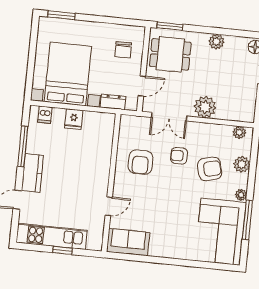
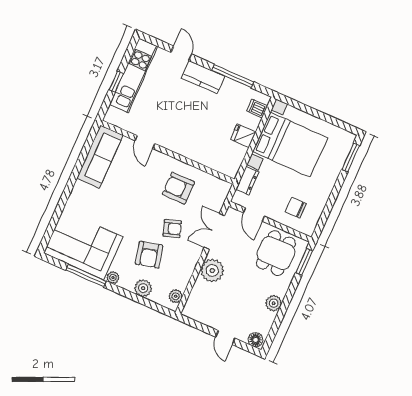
armchair: (179, 156) -> (172, 229), turned 72
sofa: (128, 242) -> (100, 157), width x1.36

